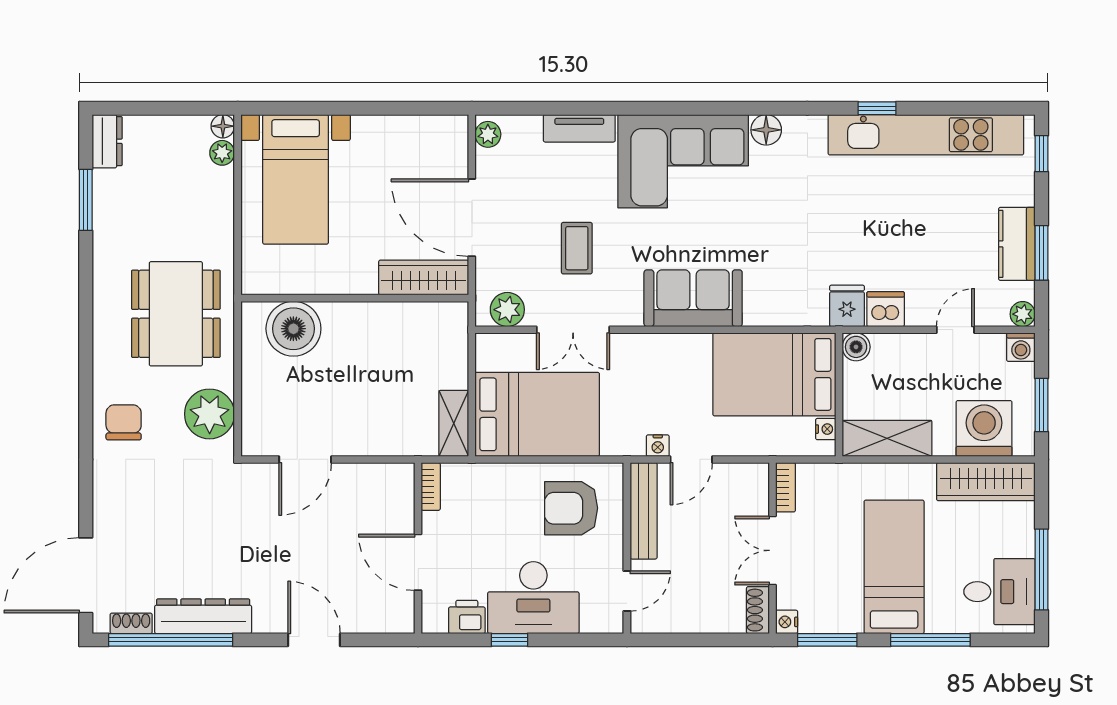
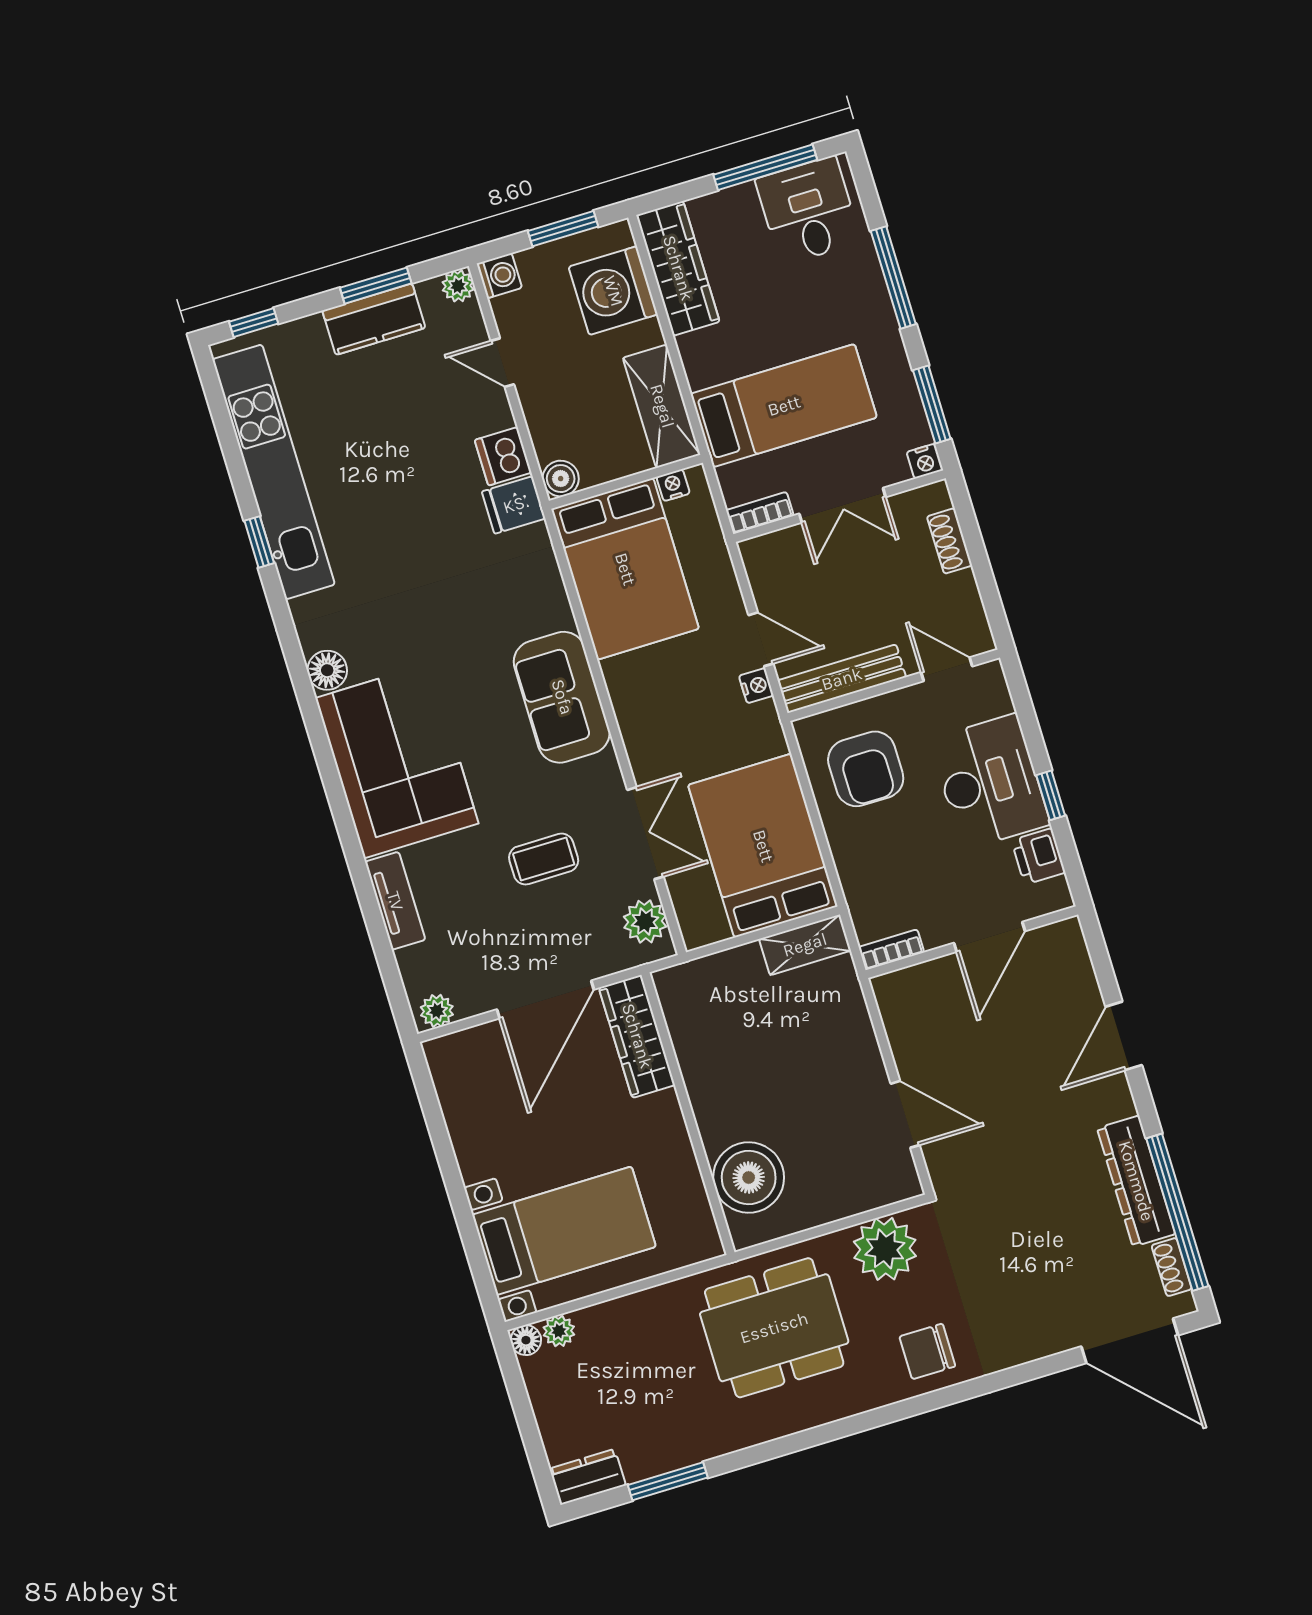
bed: (894, 567) -> (784, 406), moved, turned 180
shoe rack: (758, 610) -> (950, 541), moved, turned 90

